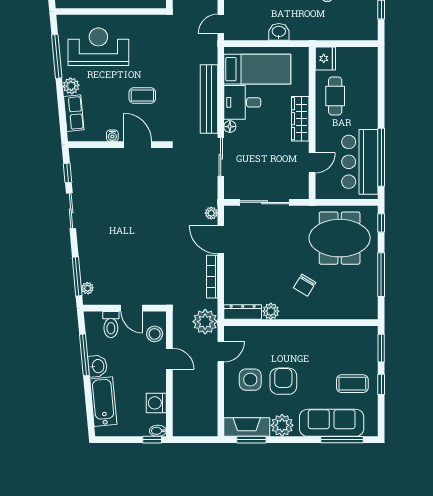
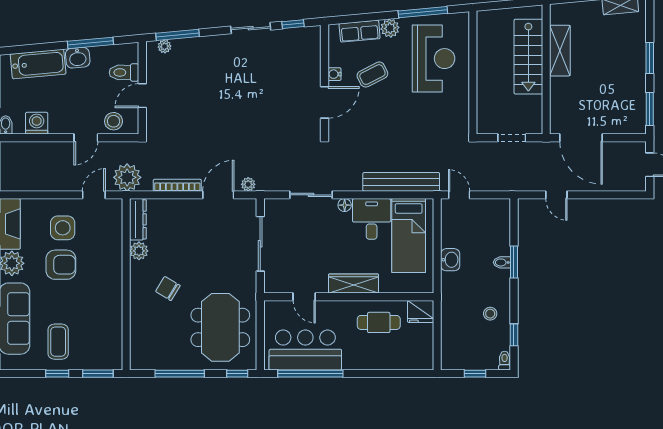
coffee table: (142, 95) -> (372, 75), moved, turned 63
bench: (209, 99) -> (401, 182), moved
door: (221, 352) -> (94, 195), swing flipped

